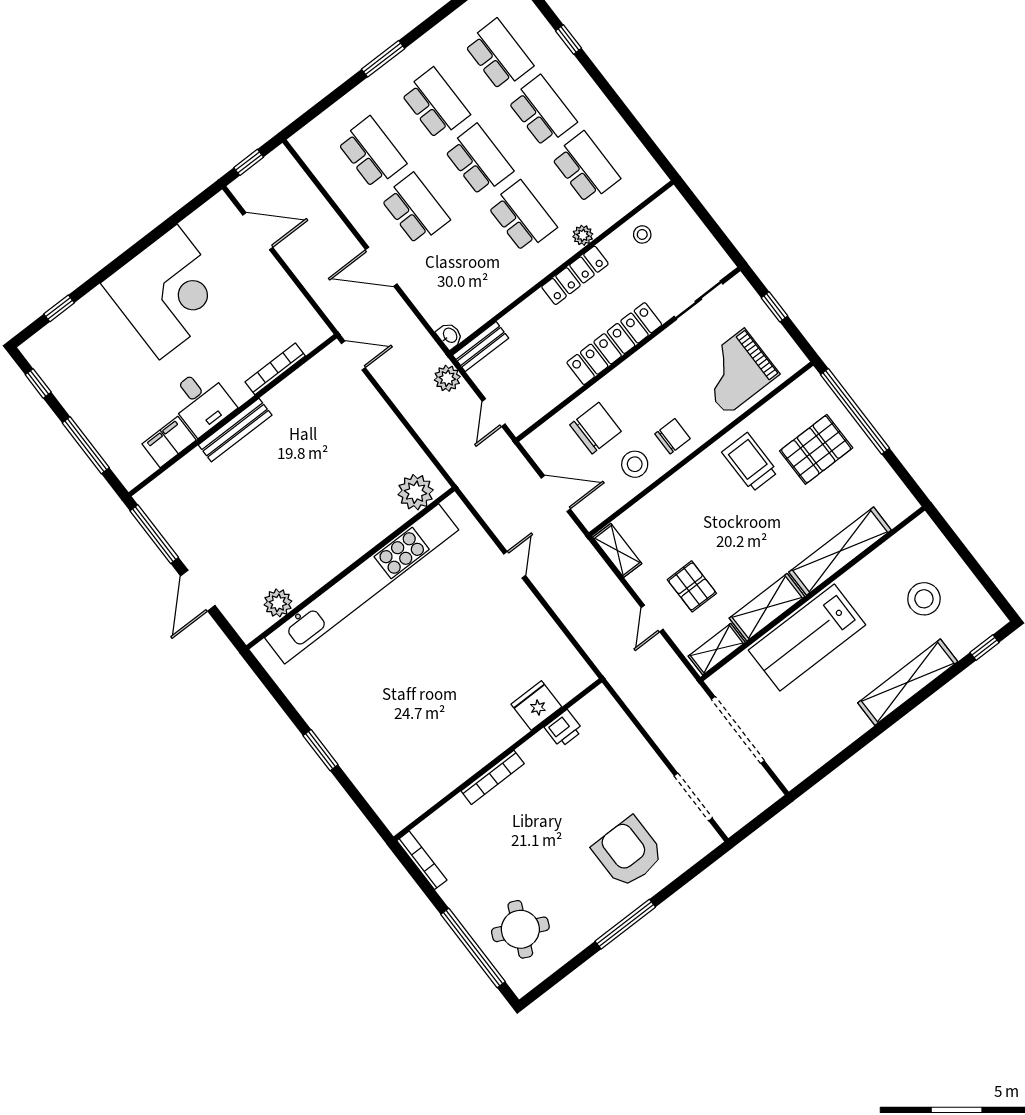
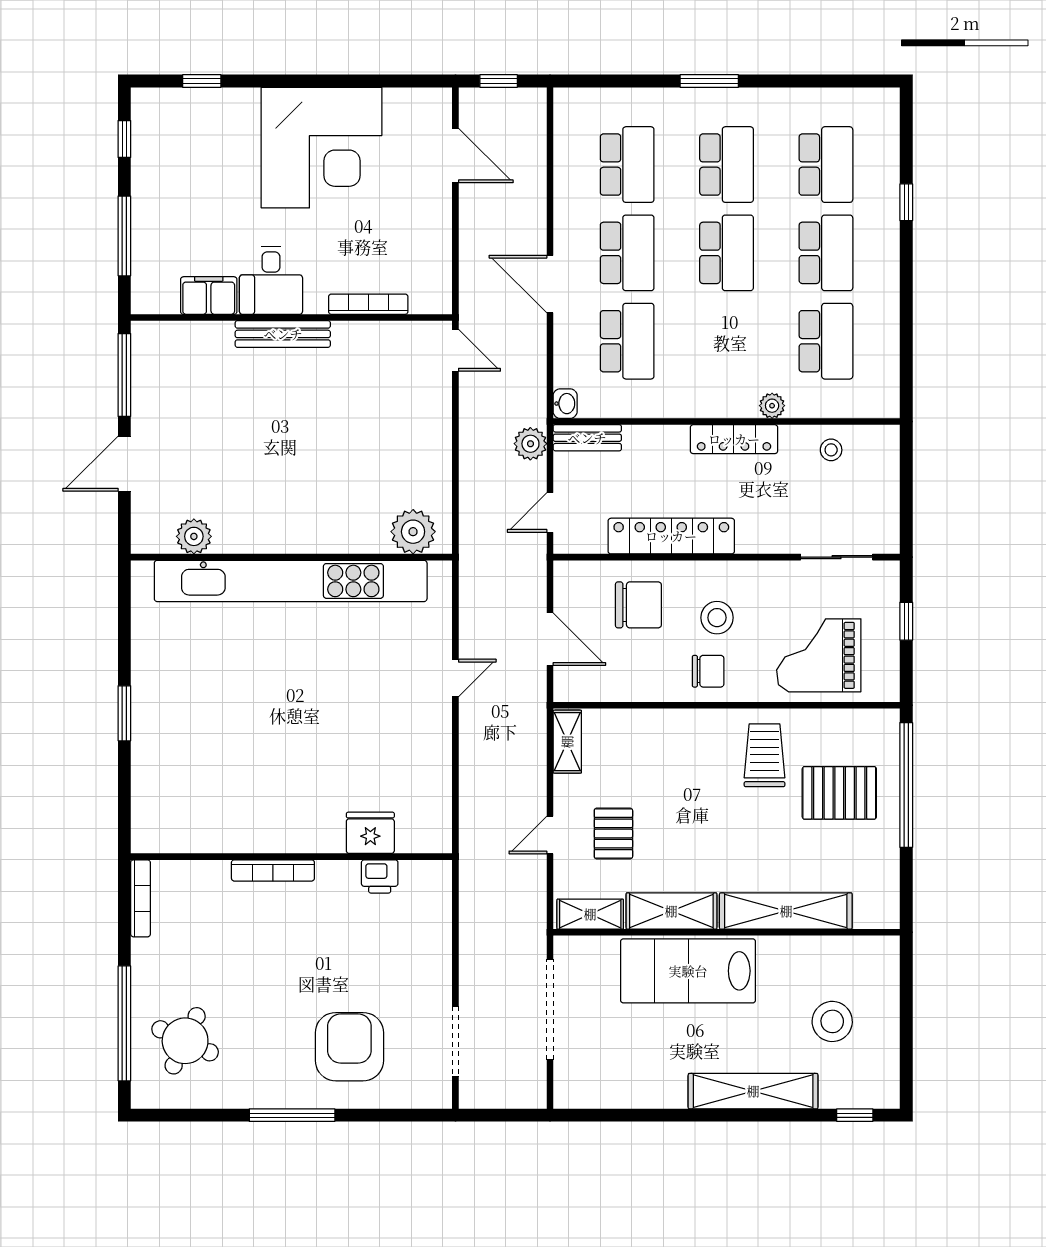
school desk: (522, 216) -> (627, 341), moved
locker: (614, 344) -> (671, 536), moved
stool: (635, 464) -> (717, 618), moved

